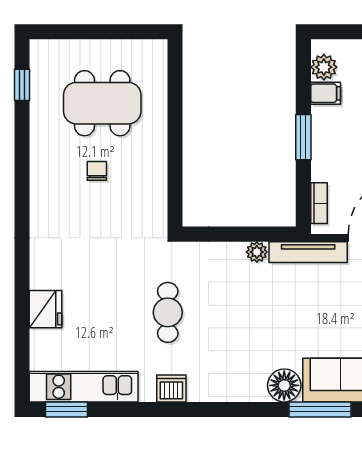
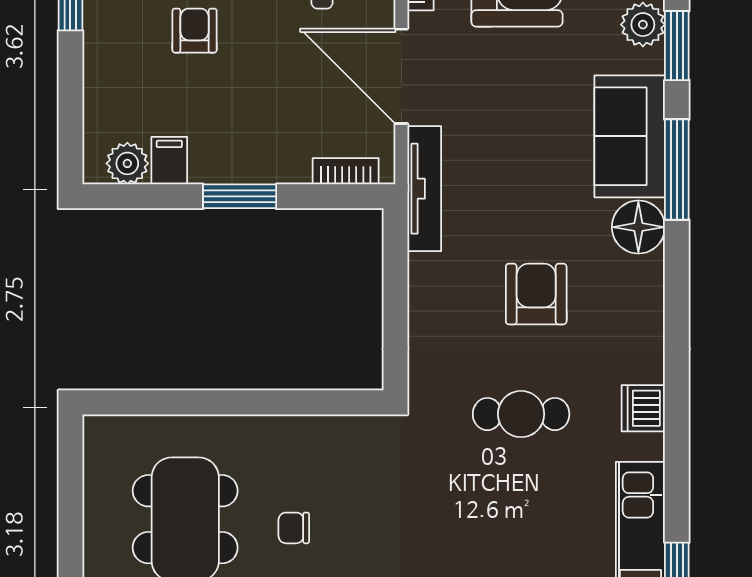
plant: (257, 252) -> (424, 271), removed
armchair: (243, 322) -> (536, 294), added

